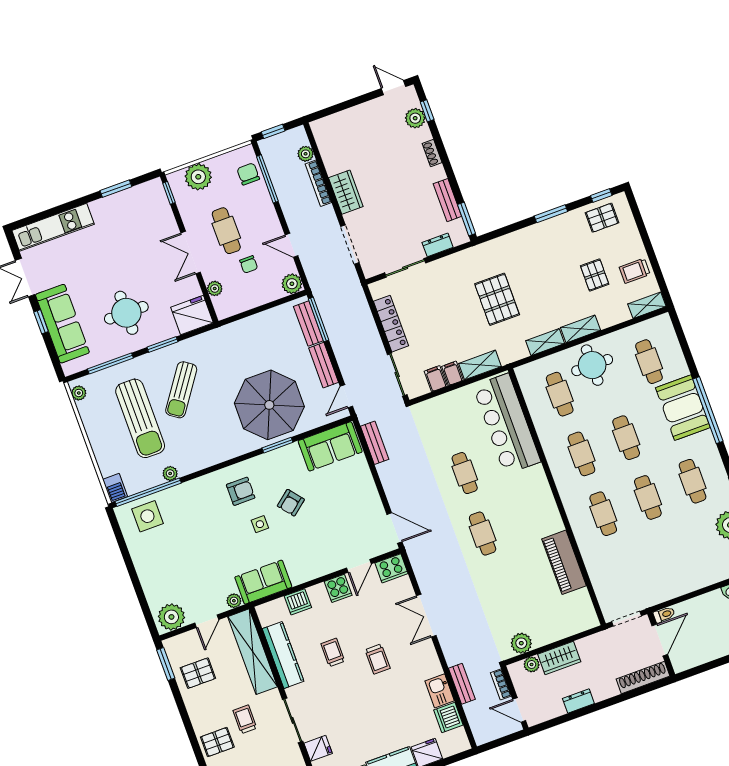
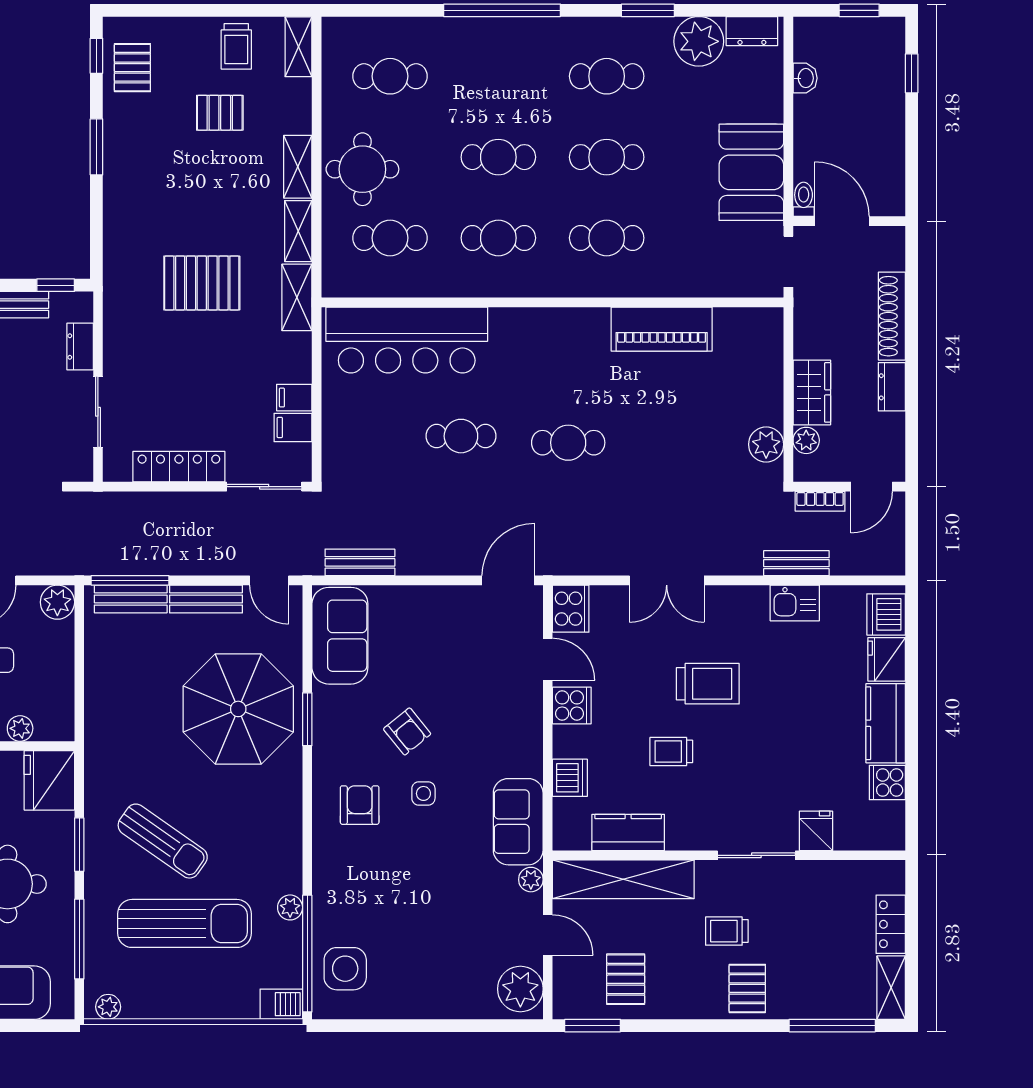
window: (466, 219) -> (56, 285), width x0.67
shelving: (480, 365) -> (297, 297), moved
booth: (683, 408) -> (751, 172), moved, turned 90
kitchen counter: (283, 655) -> (628, 832), width x0.67
trolley: (378, 659) -> (708, 684), width x1.36, depth x1.39
shoe rack: (643, 678) -> (892, 316), moved
dishwasher: (448, 718) -> (886, 614), moved, turned 90

